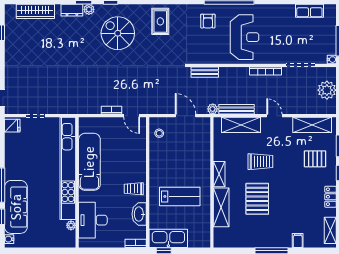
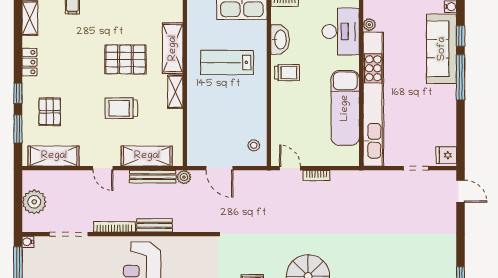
bench: (205, 72) -> (155, 225), moved
pallet: (315, 159) -> (50, 112), turned 90
pallet: (257, 199) -> (125, 59), turned 90

